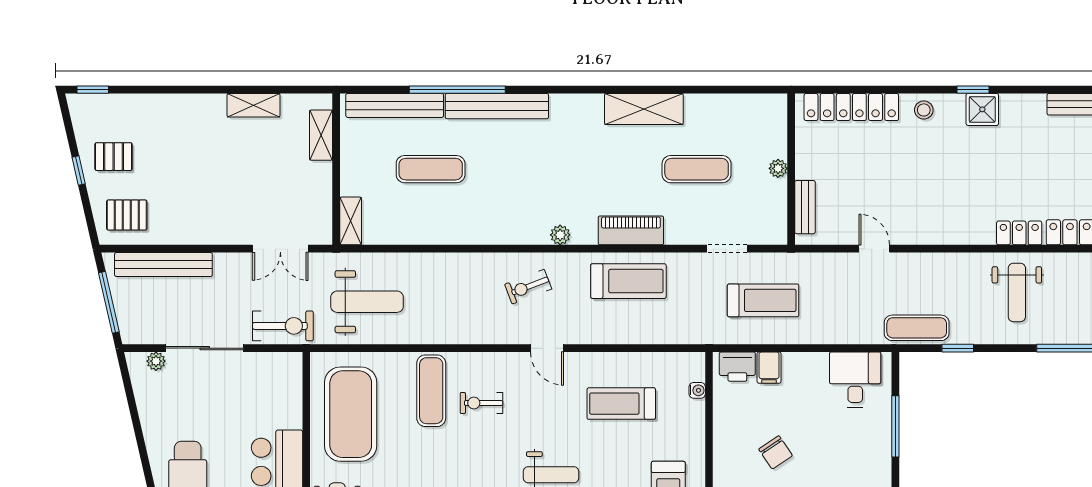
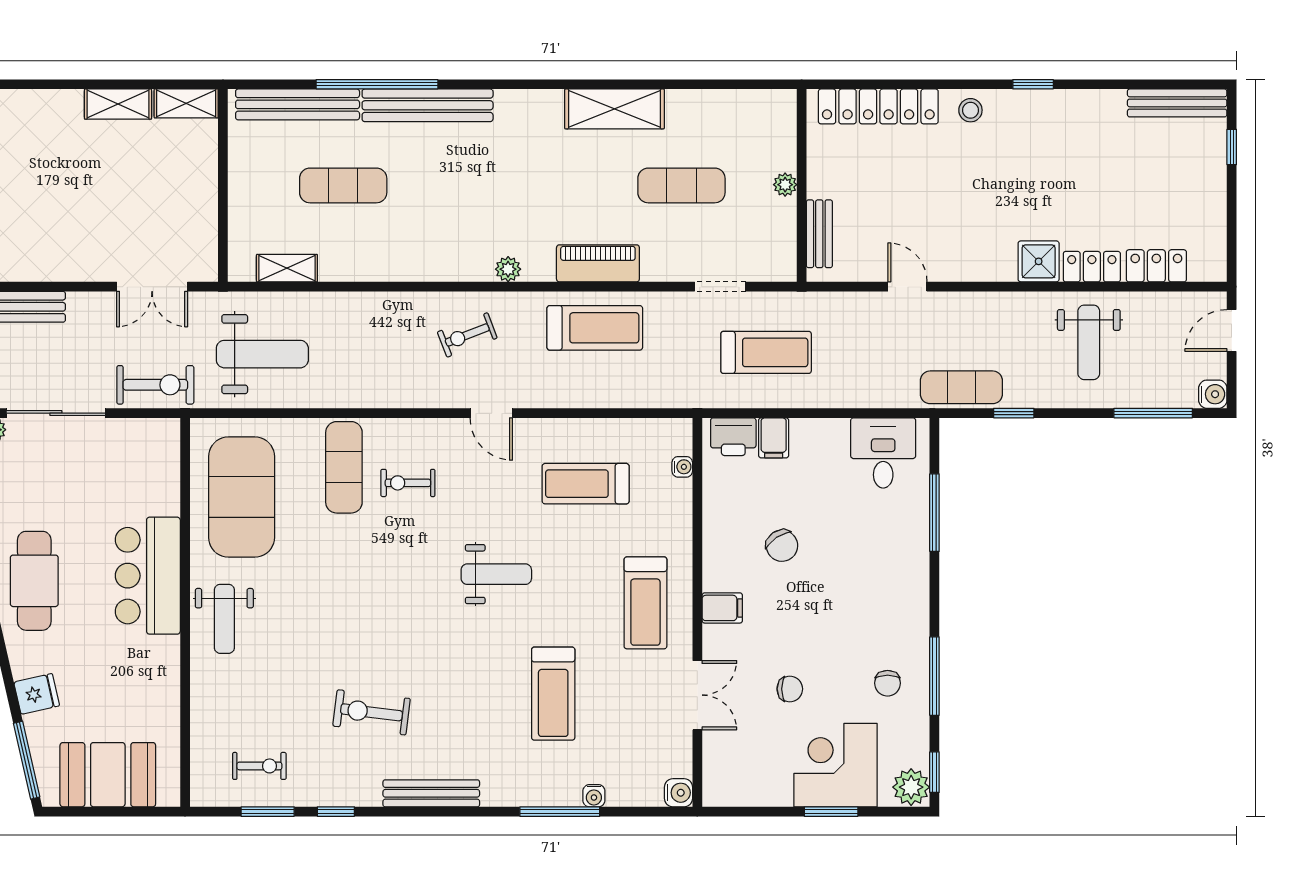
shower: (982, 109) -> (1039, 261), moved
shelving: (321, 135) -> (186, 103), moved, turned 90
shelving: (351, 221) -> (287, 268), moved, turned 90

